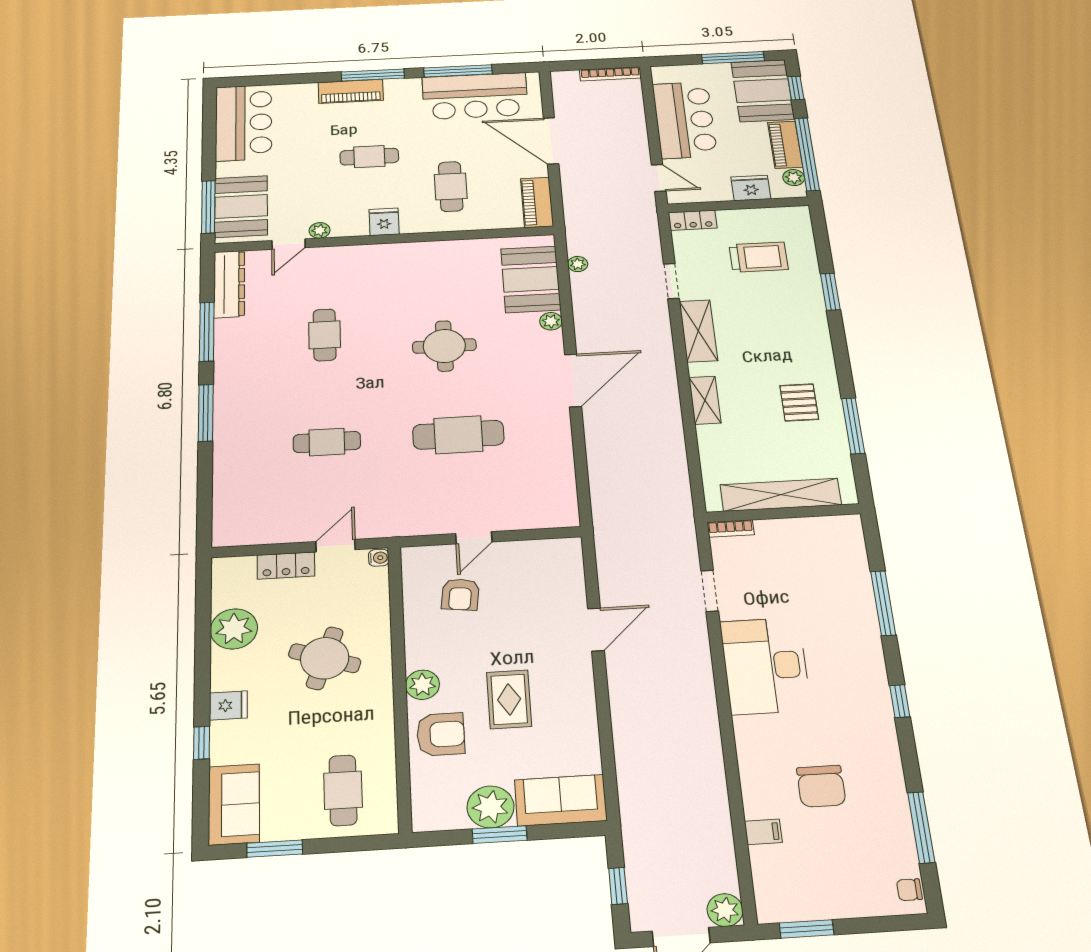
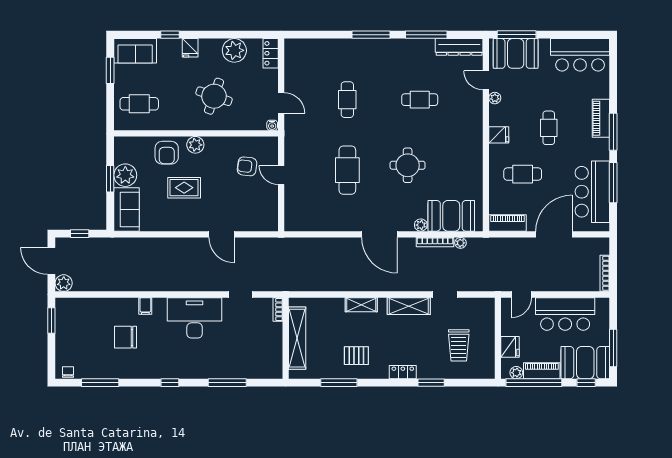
locker: (693, 220) -> (403, 372), moved, turned 90
bookcase: (580, 300) -> (435, 242), added
locker: (286, 566) -> (271, 53), moved
filing cabinet: (763, 832) -> (145, 306), moved

